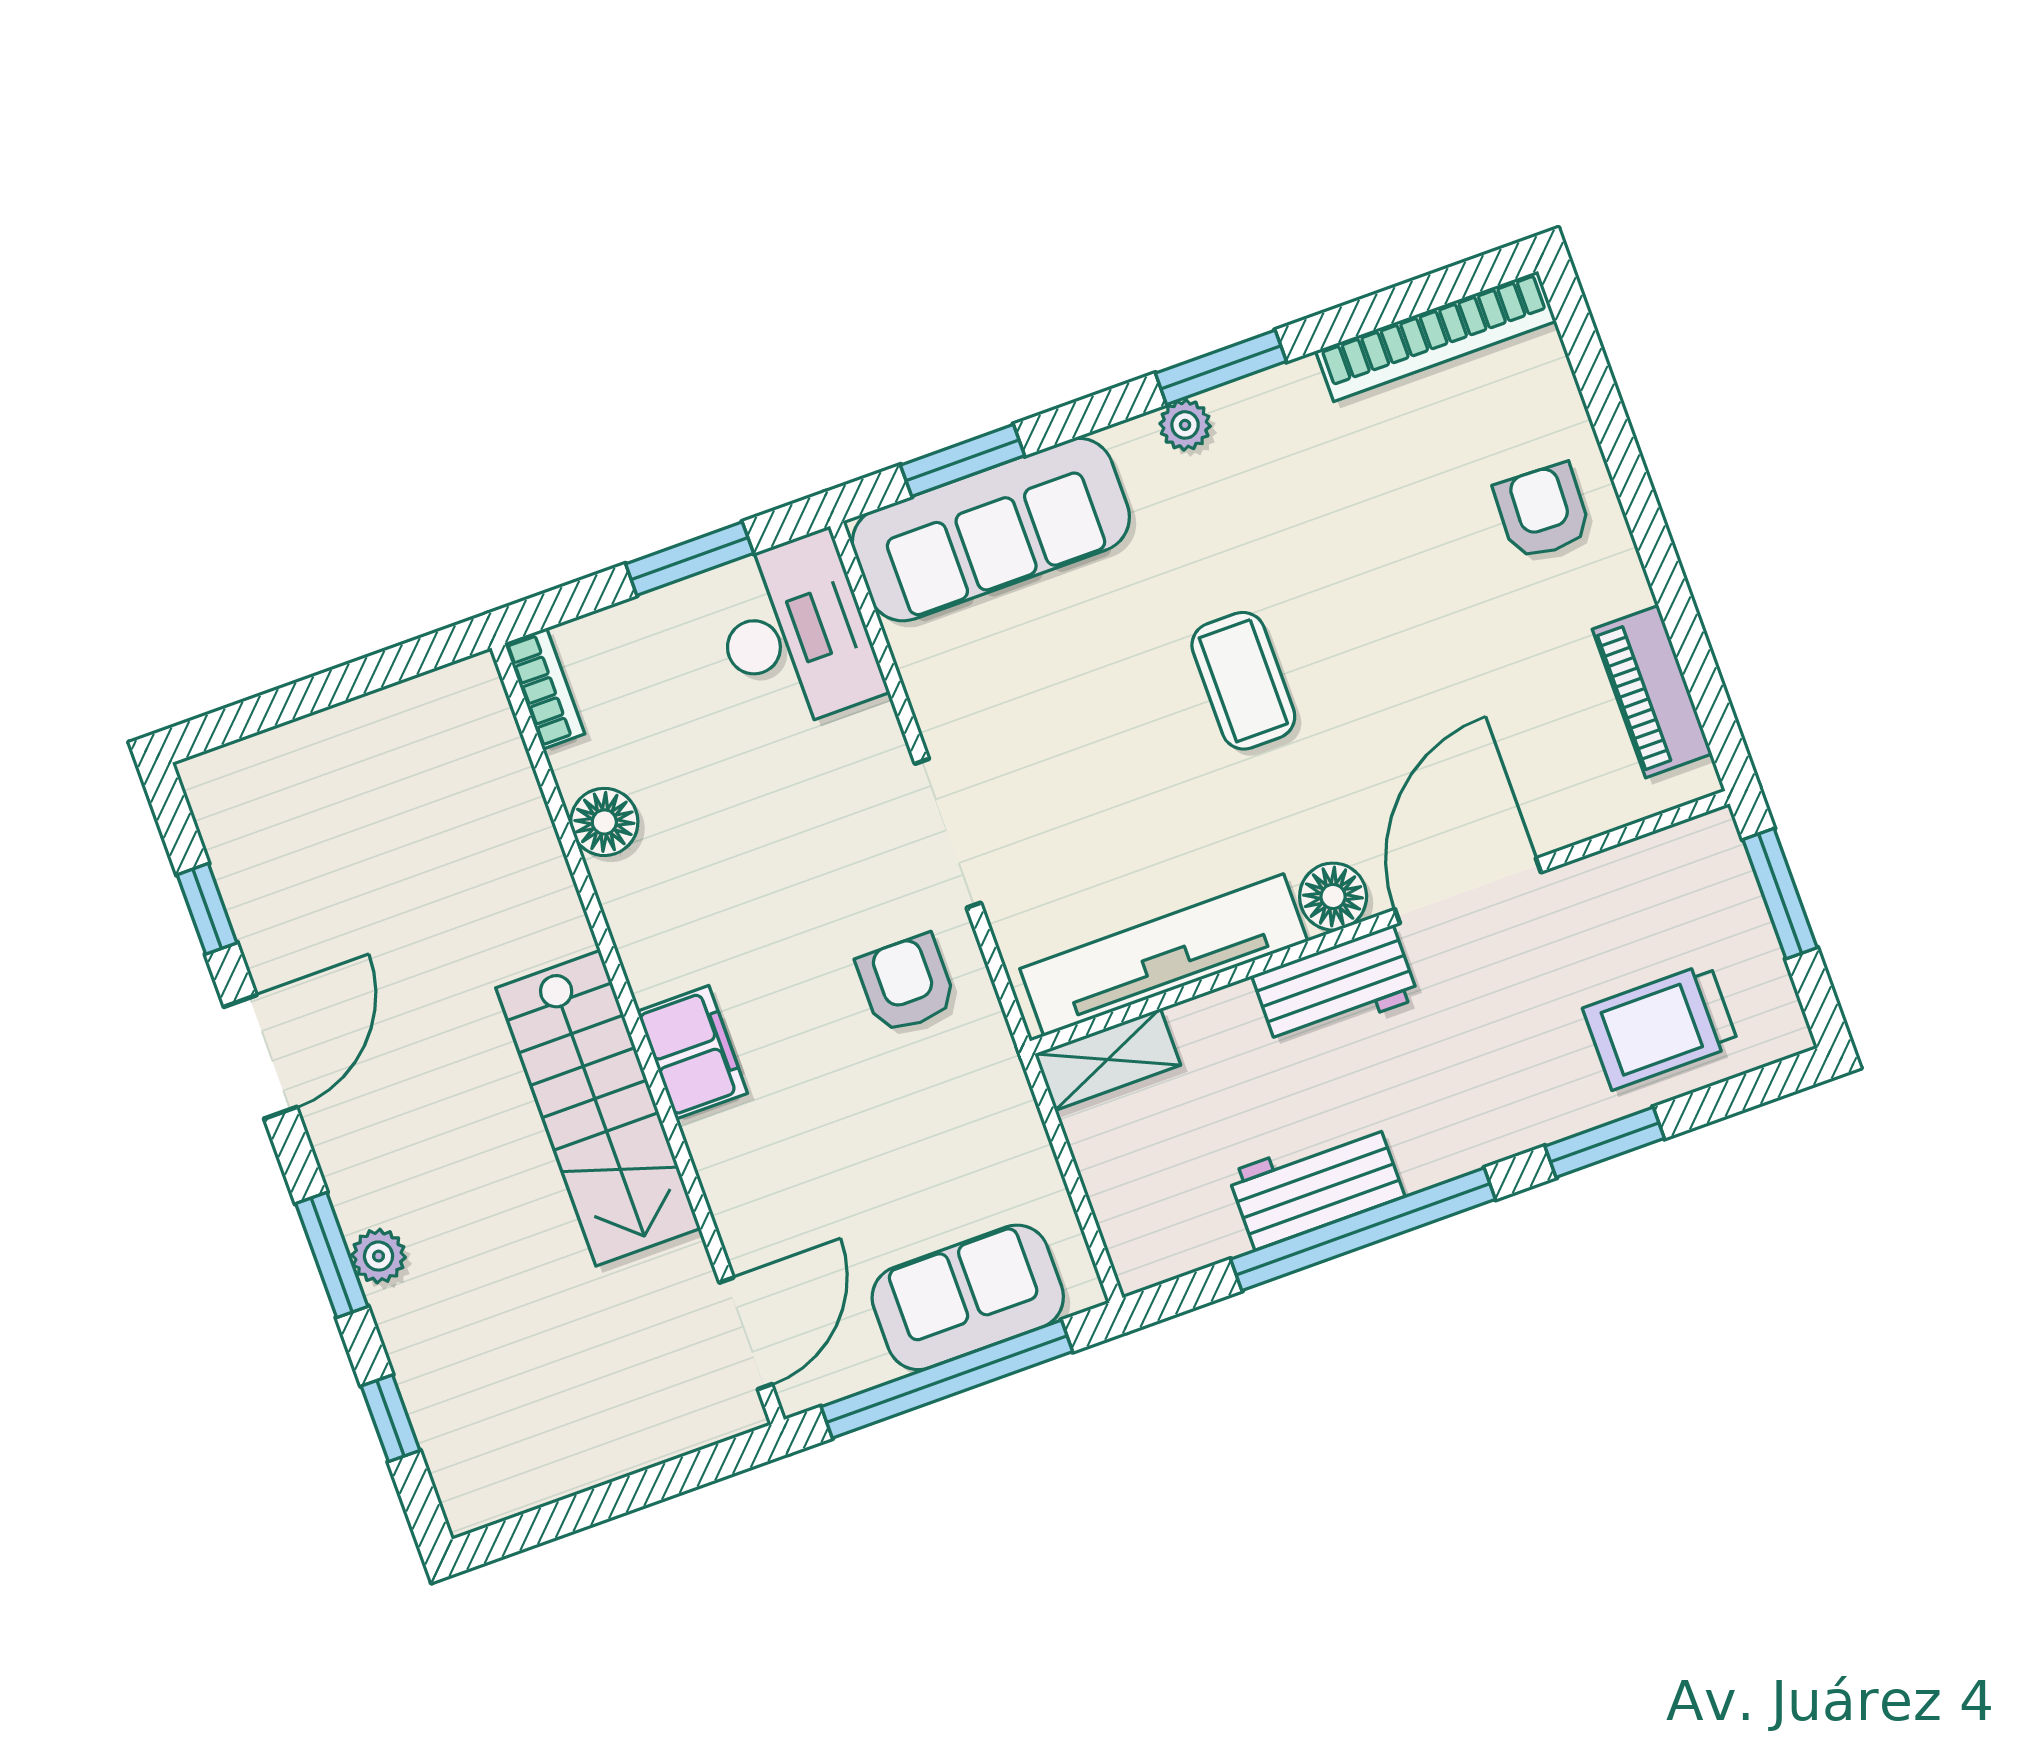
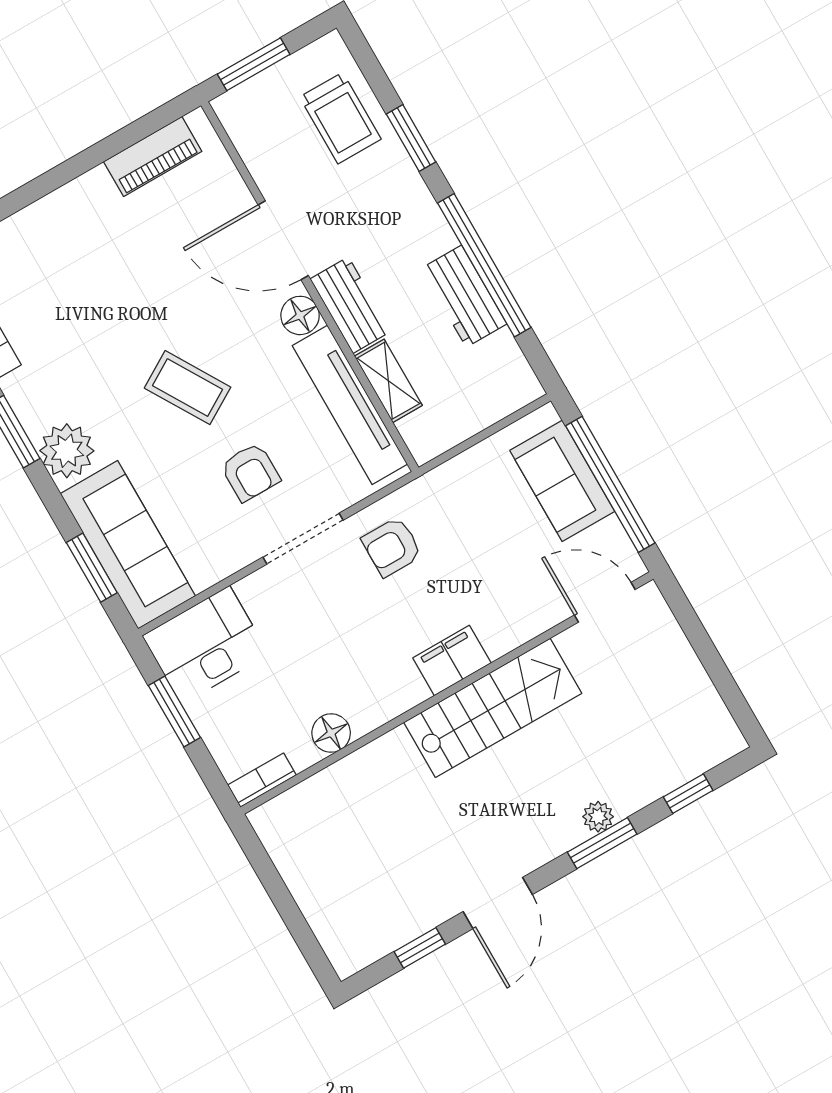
plant: (1185, 425) -> (67, 451), width x1.88, depth x1.88
armchair: (1543, 511) -> (250, 472), moved, turned -92
coffee table: (1243, 681) -> (188, 388), turned 59
door: (260, 1057) -> (498, 903), swing flipped
shelving: (1108, 1060) -> (388, 381), moved

